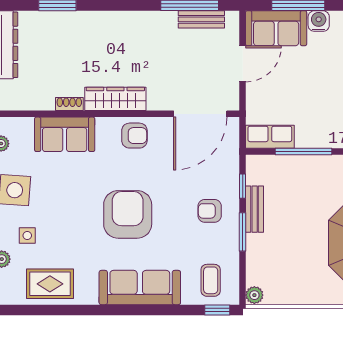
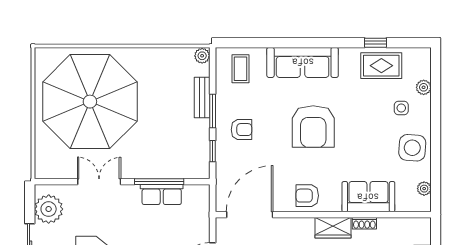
wardrobe: (115, 99) -> (333, 228), width x0.67
row of seats: (270, 137) -> (162, 195), moved
bench: (255, 209) -> (202, 97), moved
window: (217, 310) -> (375, 43), moved

